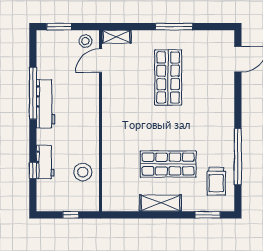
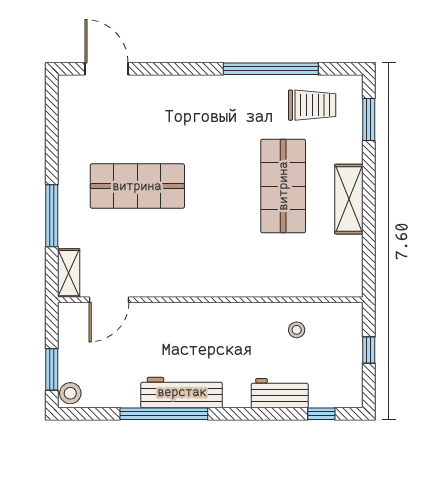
window: (174, 27) -> (52, 216), moved
stool: (85, 41) -> (70, 393), moved
door: (101, 61) -> (109, 300), hinge flipped
window: (33, 170) -> (321, 414), moved
stool: (83, 172) -> (297, 330), width x0.53, depth x0.53

